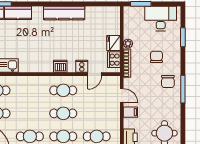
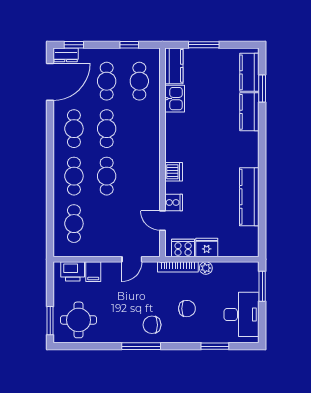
kitchen counter: (64, 13) -> (249, 197), moved
cafe table: (63, 90) -> (107, 129), moved
filing cabinet: (130, 112) -> (93, 272), moved

